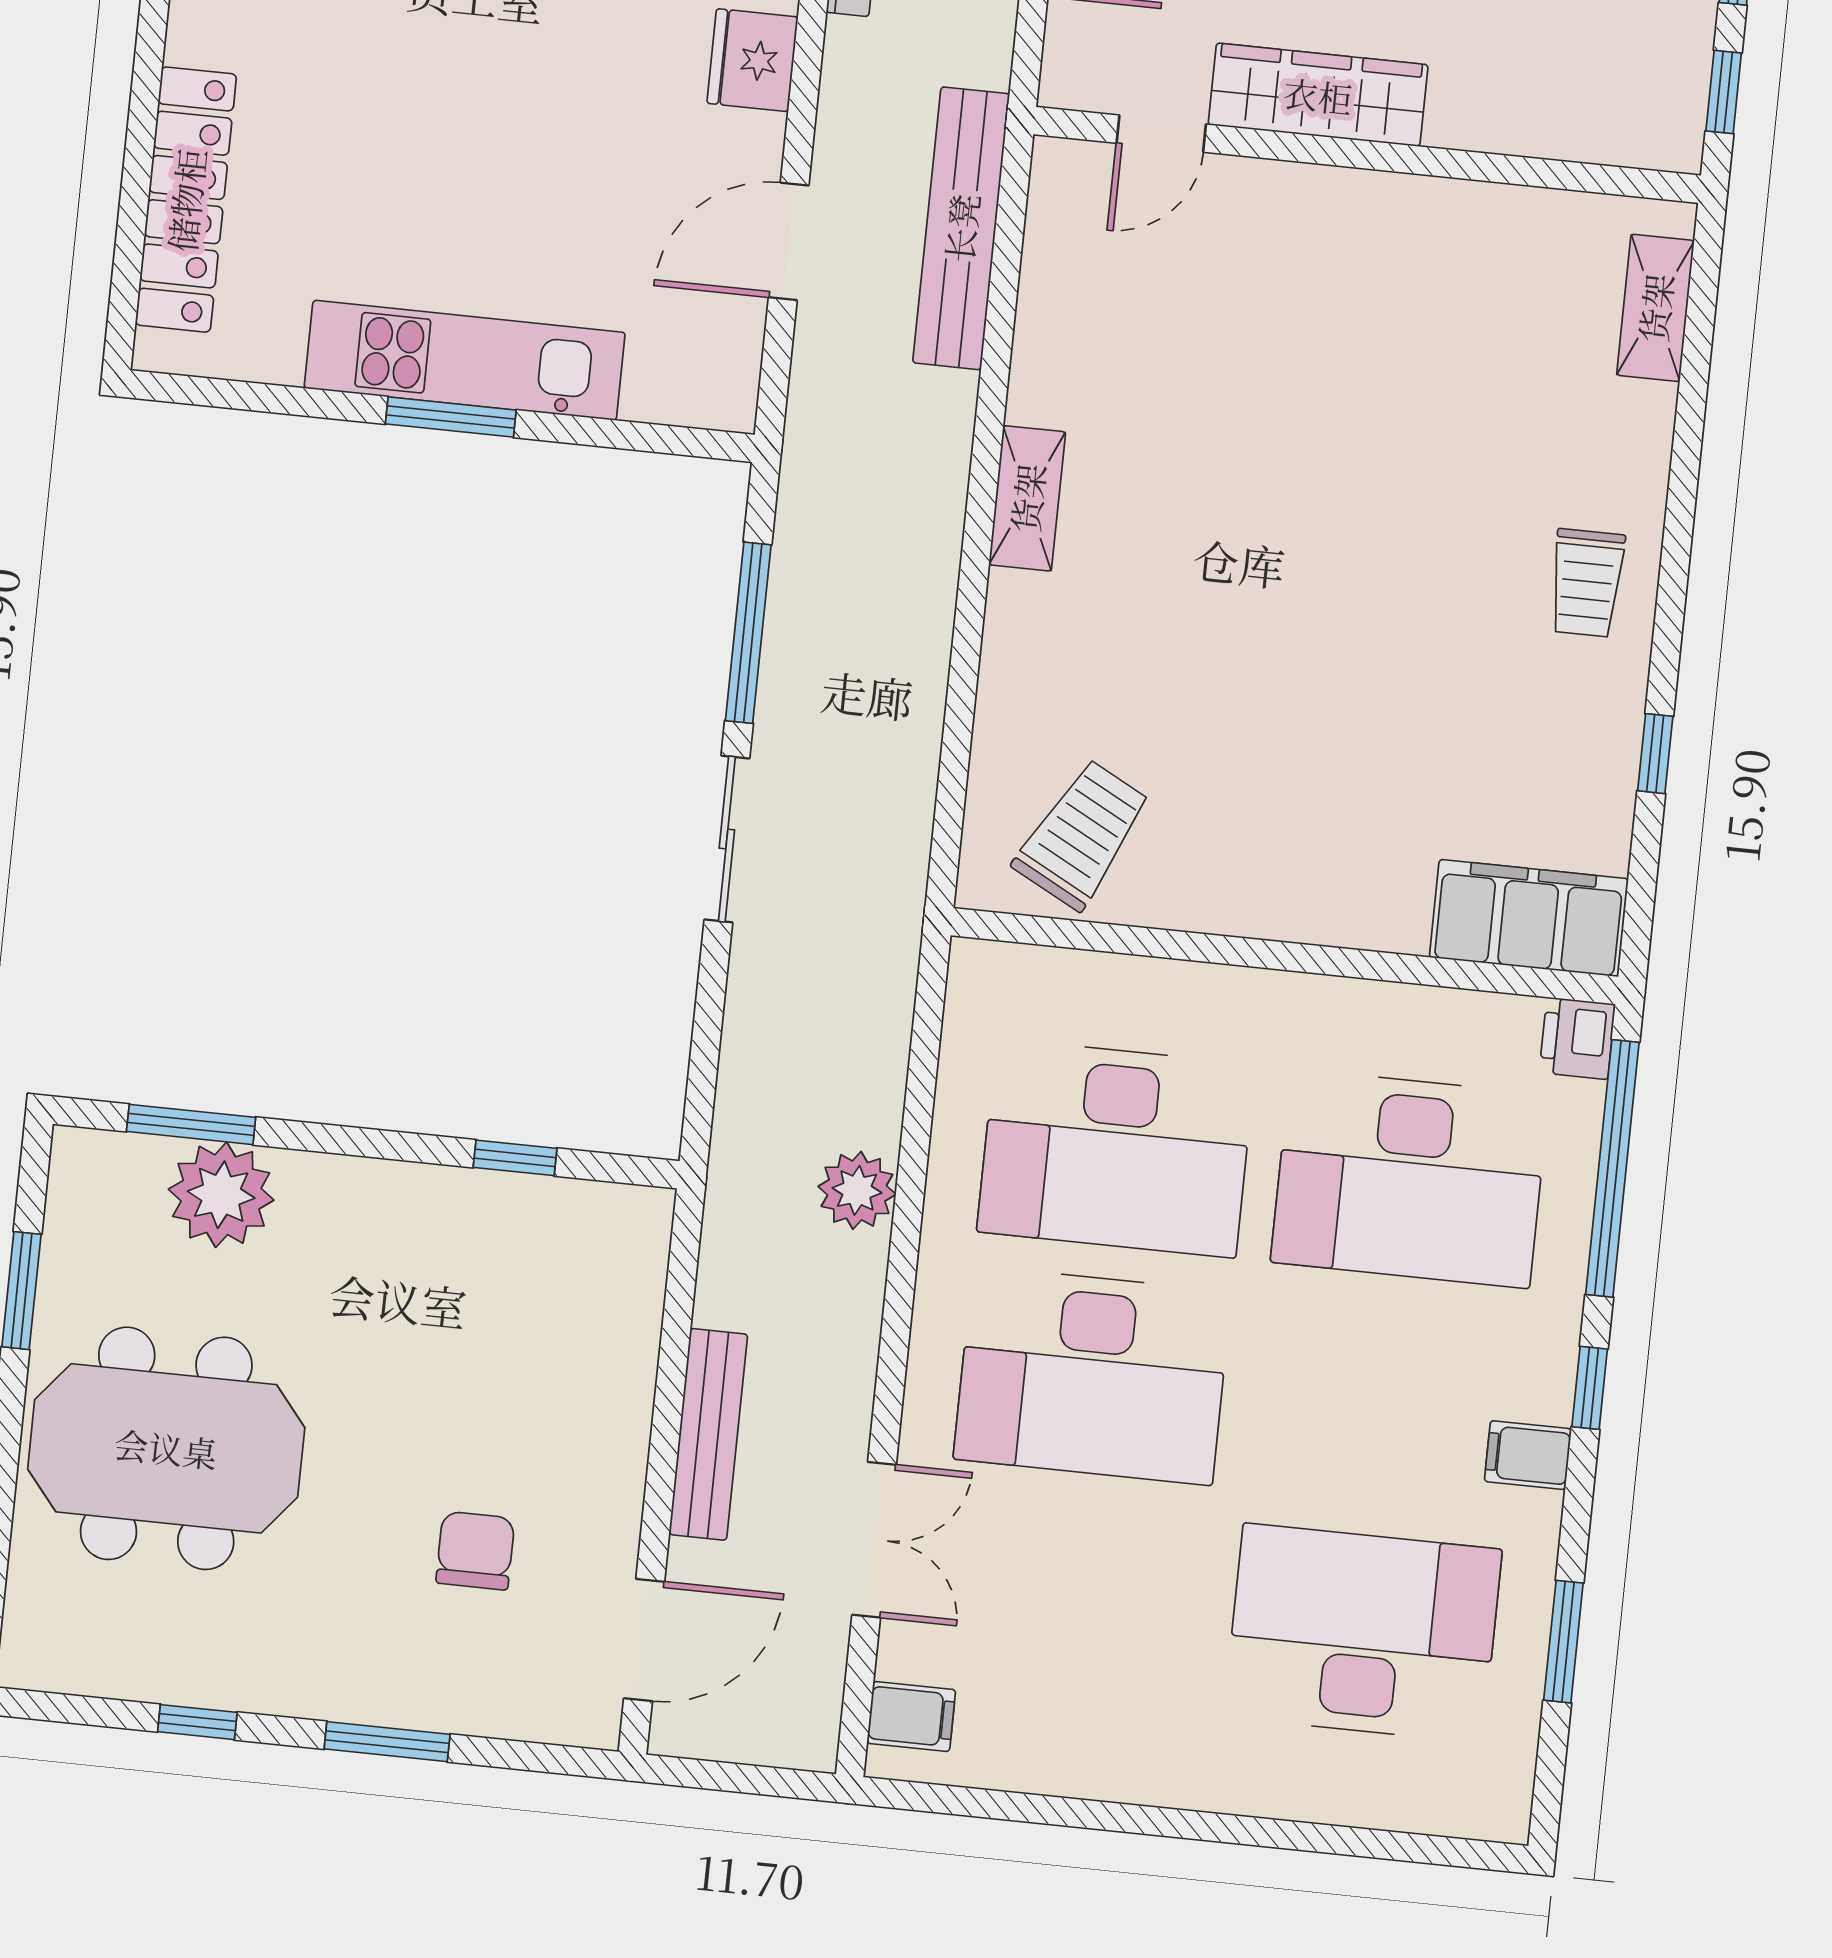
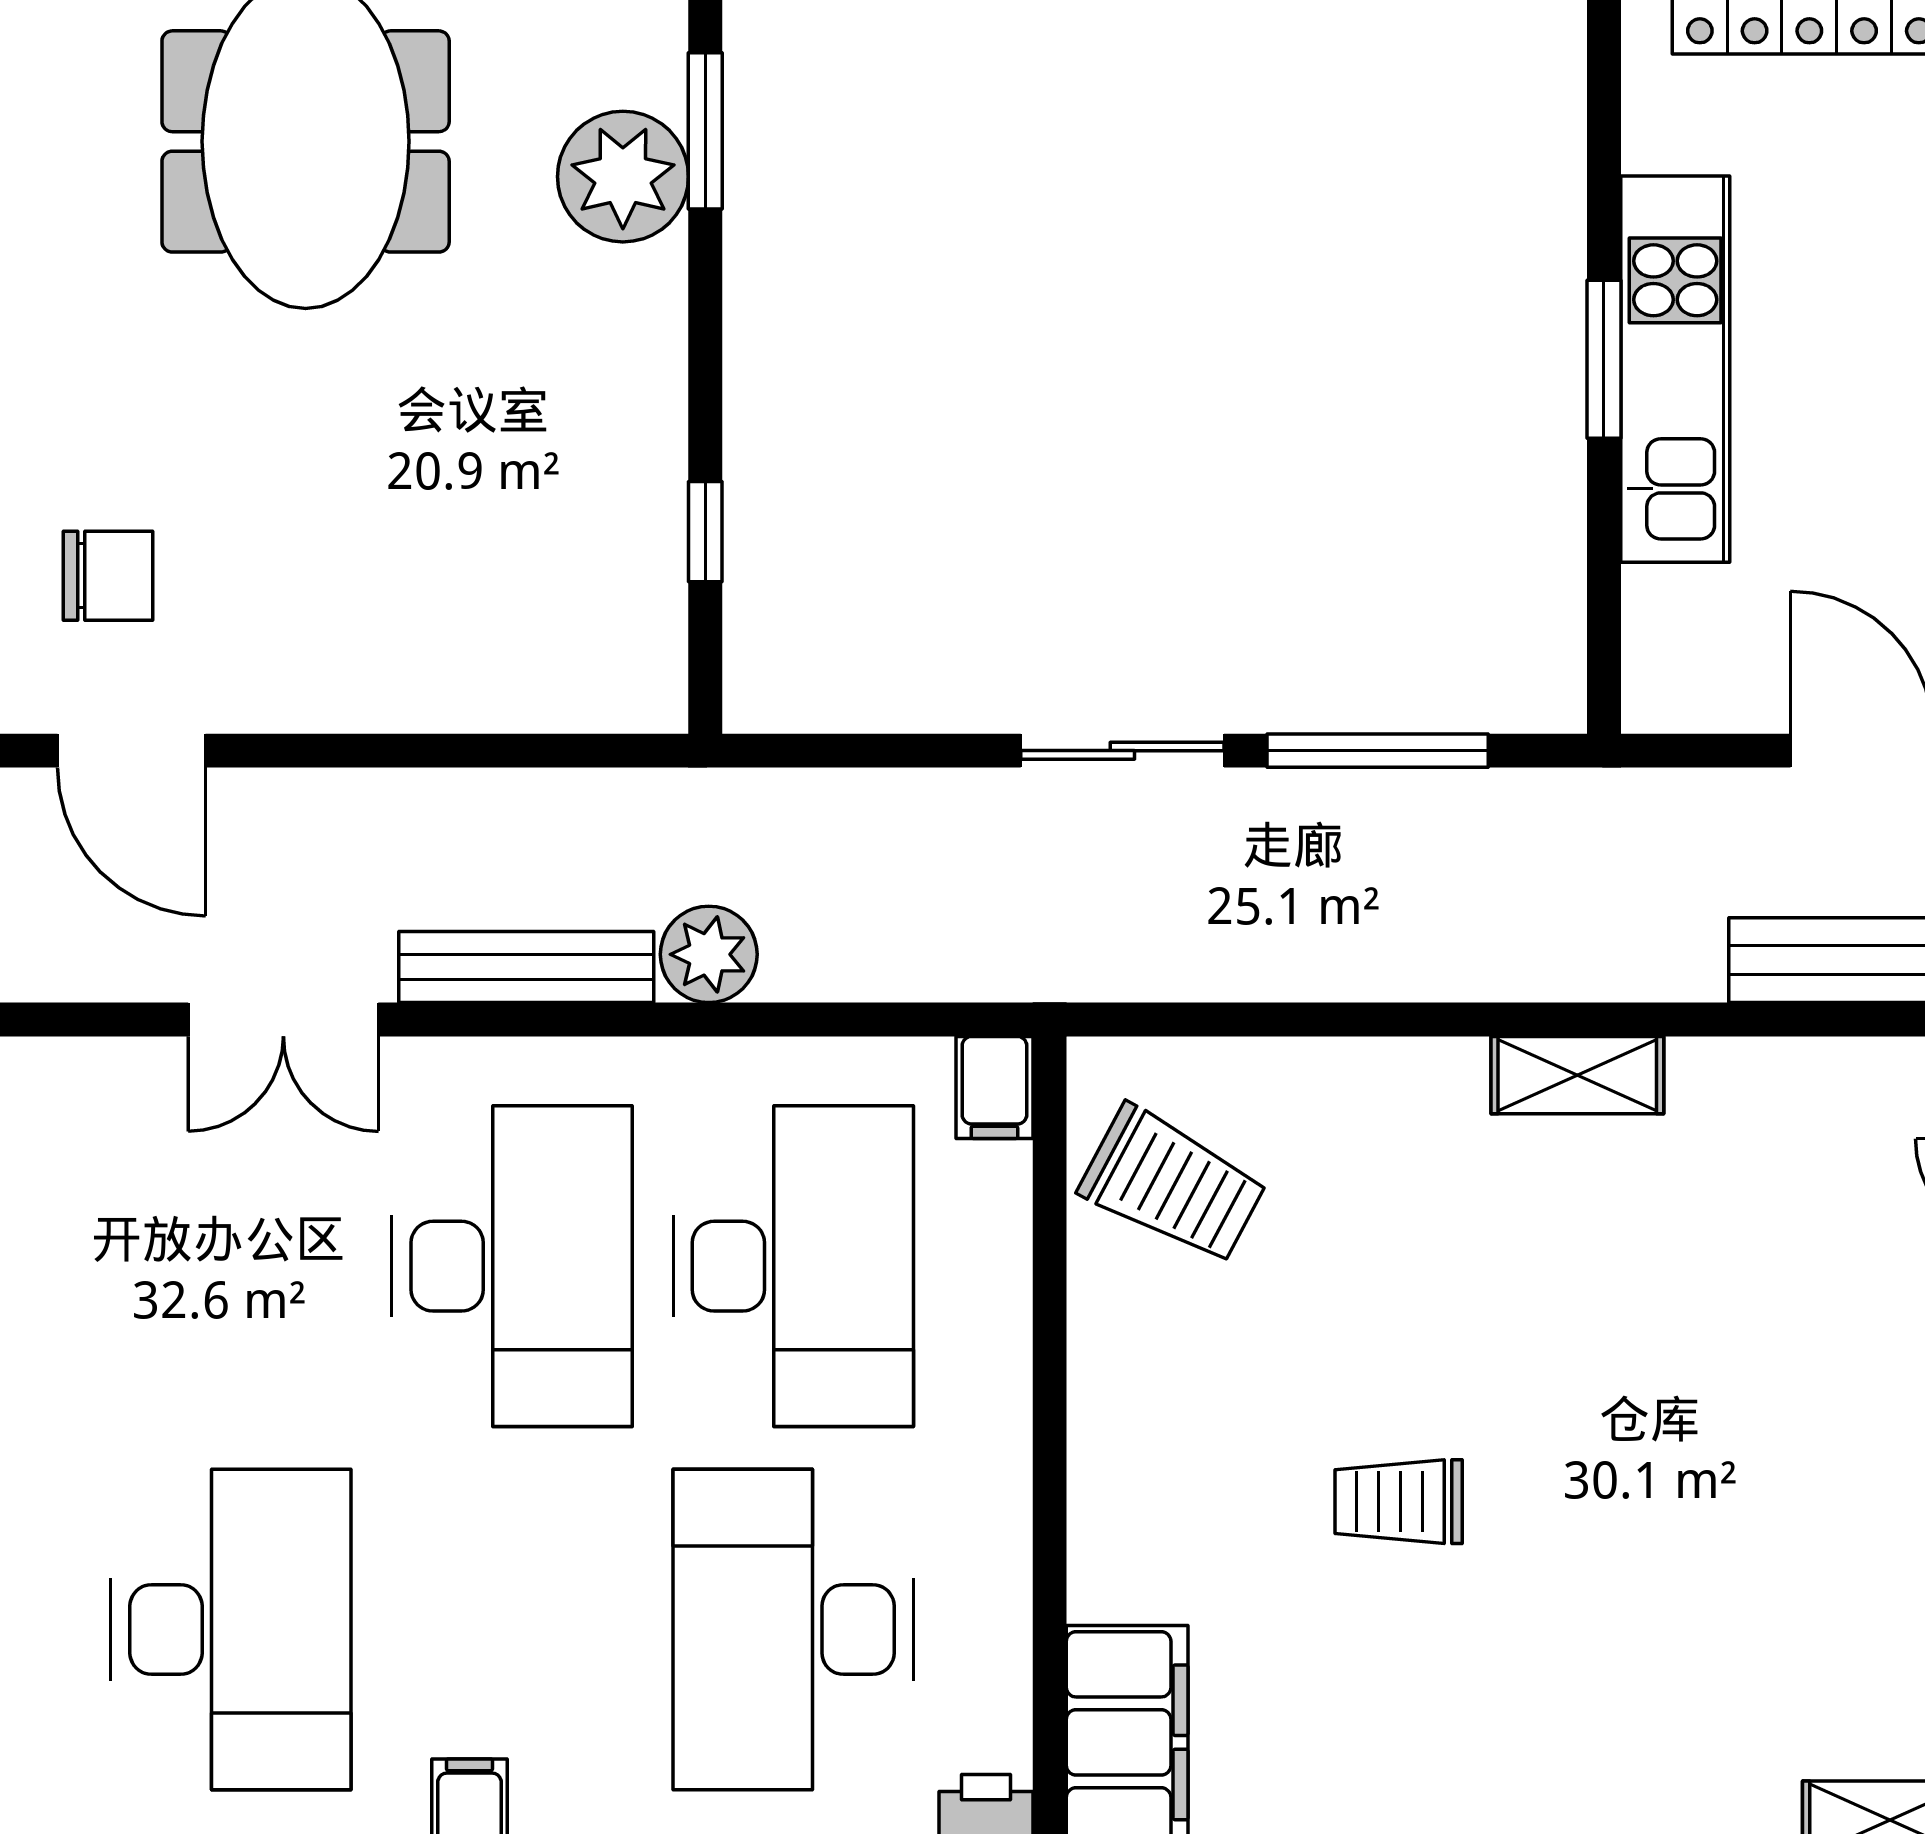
trolley: (1587, 583) -> (1399, 1502), moved
desk: (1116, 1148) -> (793, 1266), turned 180
desk: (1093, 1375) -> (512, 1266), turned 180
bench: (708, 1434) -> (526, 967), moved
chair: (475, 1551) -> (108, 576), moved
filing cabinet: (911, 1716) -> (994, 1087), moved

